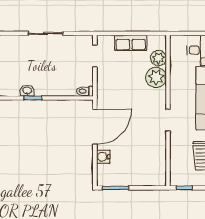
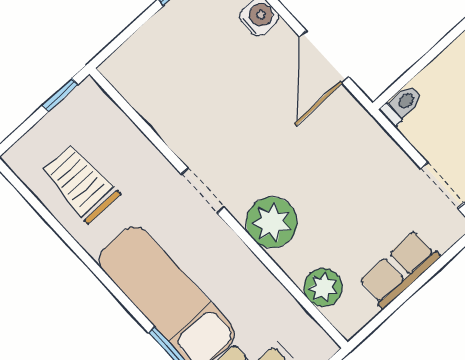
plant: (156, 77) -> (272, 222), moved
door: (95, 127) -> (324, 57), width x0.73

